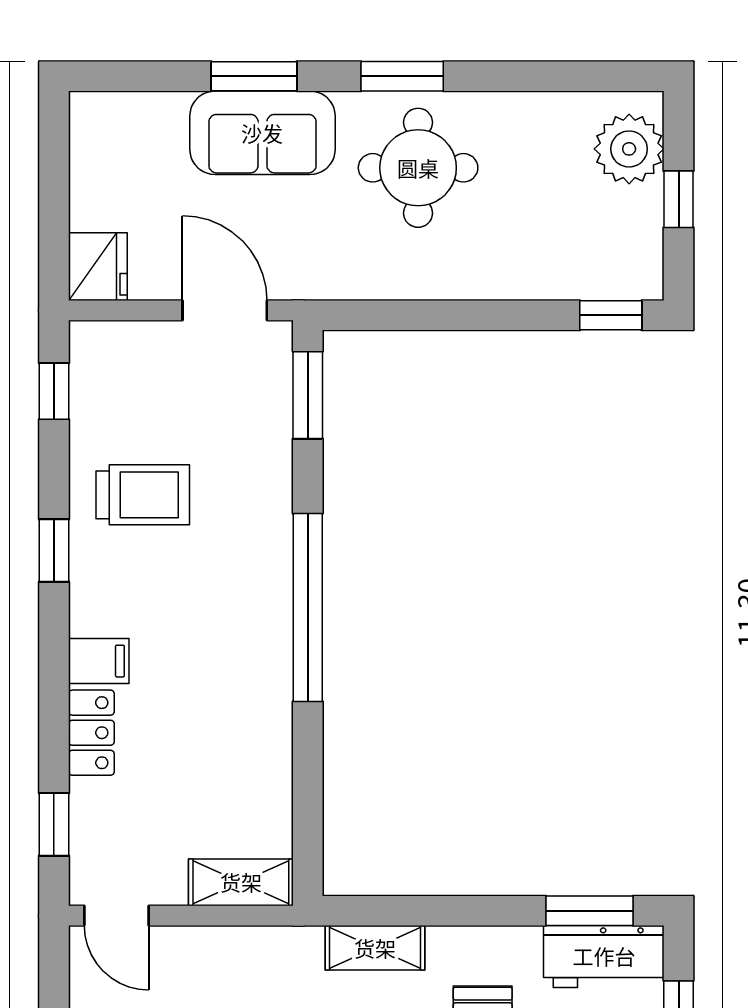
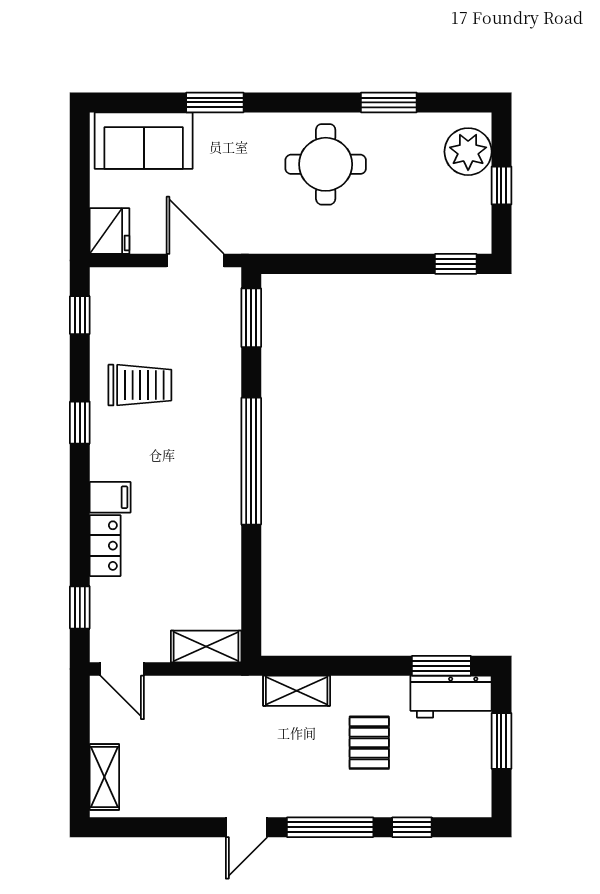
window: (402, 76) -> (389, 102), moved
sofa: (262, 133) -> (144, 141), moved

